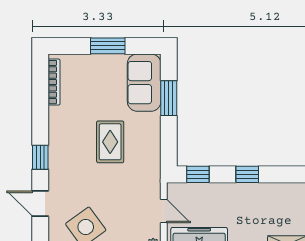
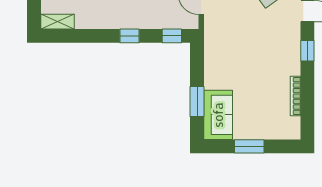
bookcase: (54, 82) -> (296, 96), moved
rug: (110, 142) -> (247, 64), removed

